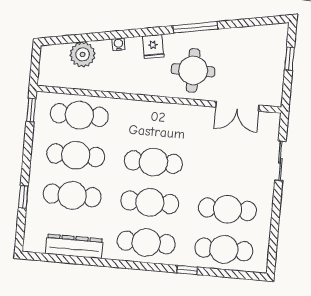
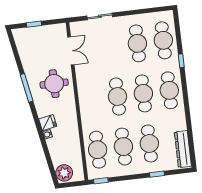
fridge: (153, 47) -> (48, 123), moved
plant: (83, 54) -> (64, 173), moved
dresser: (74, 246) -> (183, 149), moved

